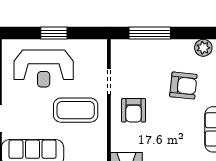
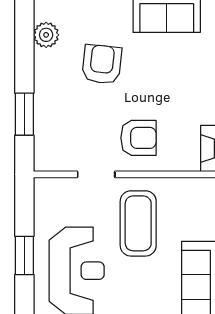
window: (150, 33) -> (24, 114), width x0.69

